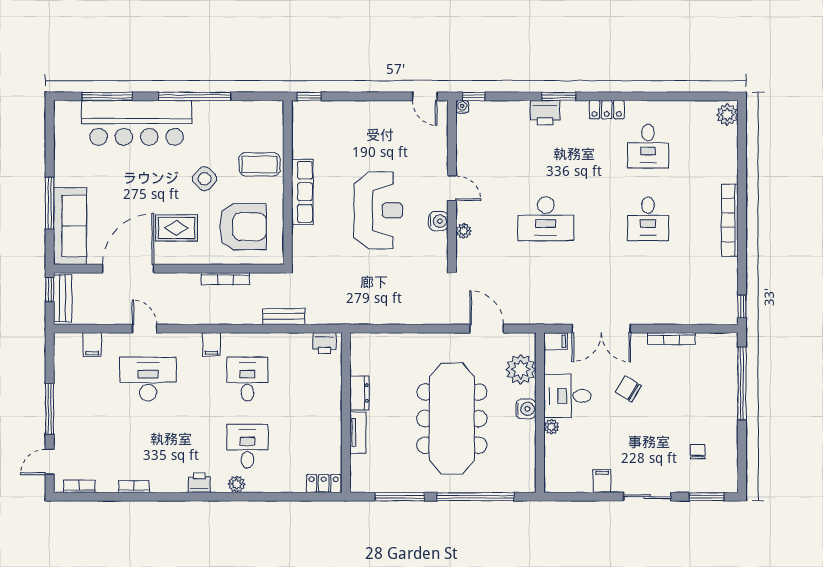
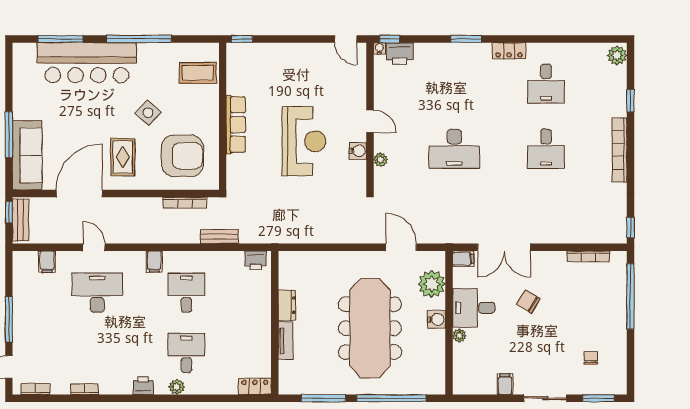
printer: (545, 113) -> (400, 53), moved
coffee table: (260, 164) -> (198, 73), moved
window: (742, 165) -> (630, 101), added
rug: (177, 228) -> (123, 157), turned 90
bookcase: (225, 279) -> (185, 203), moved
bookcase: (672, 339) -> (588, 256), moved

